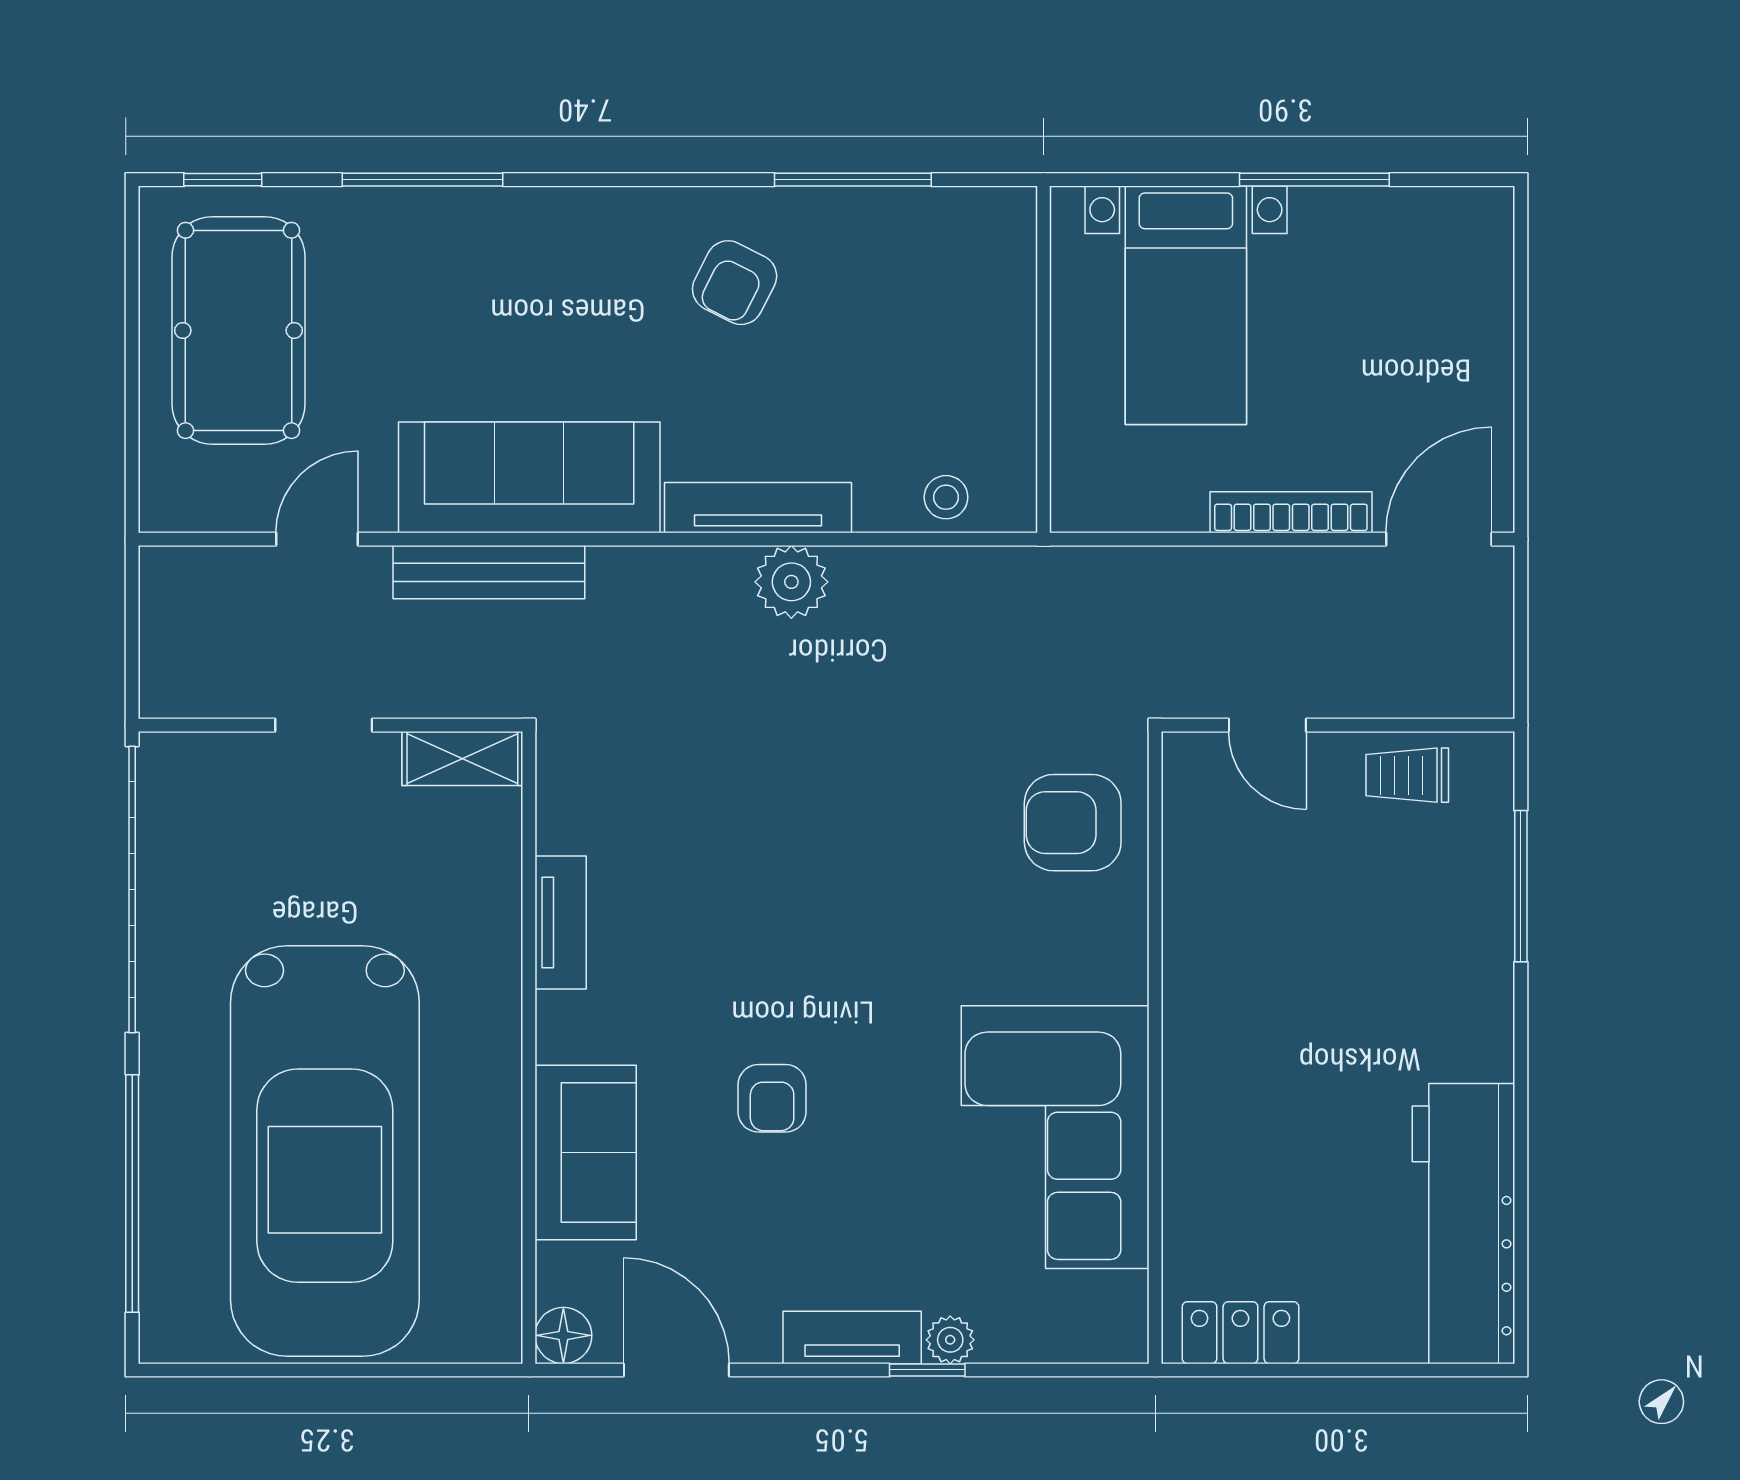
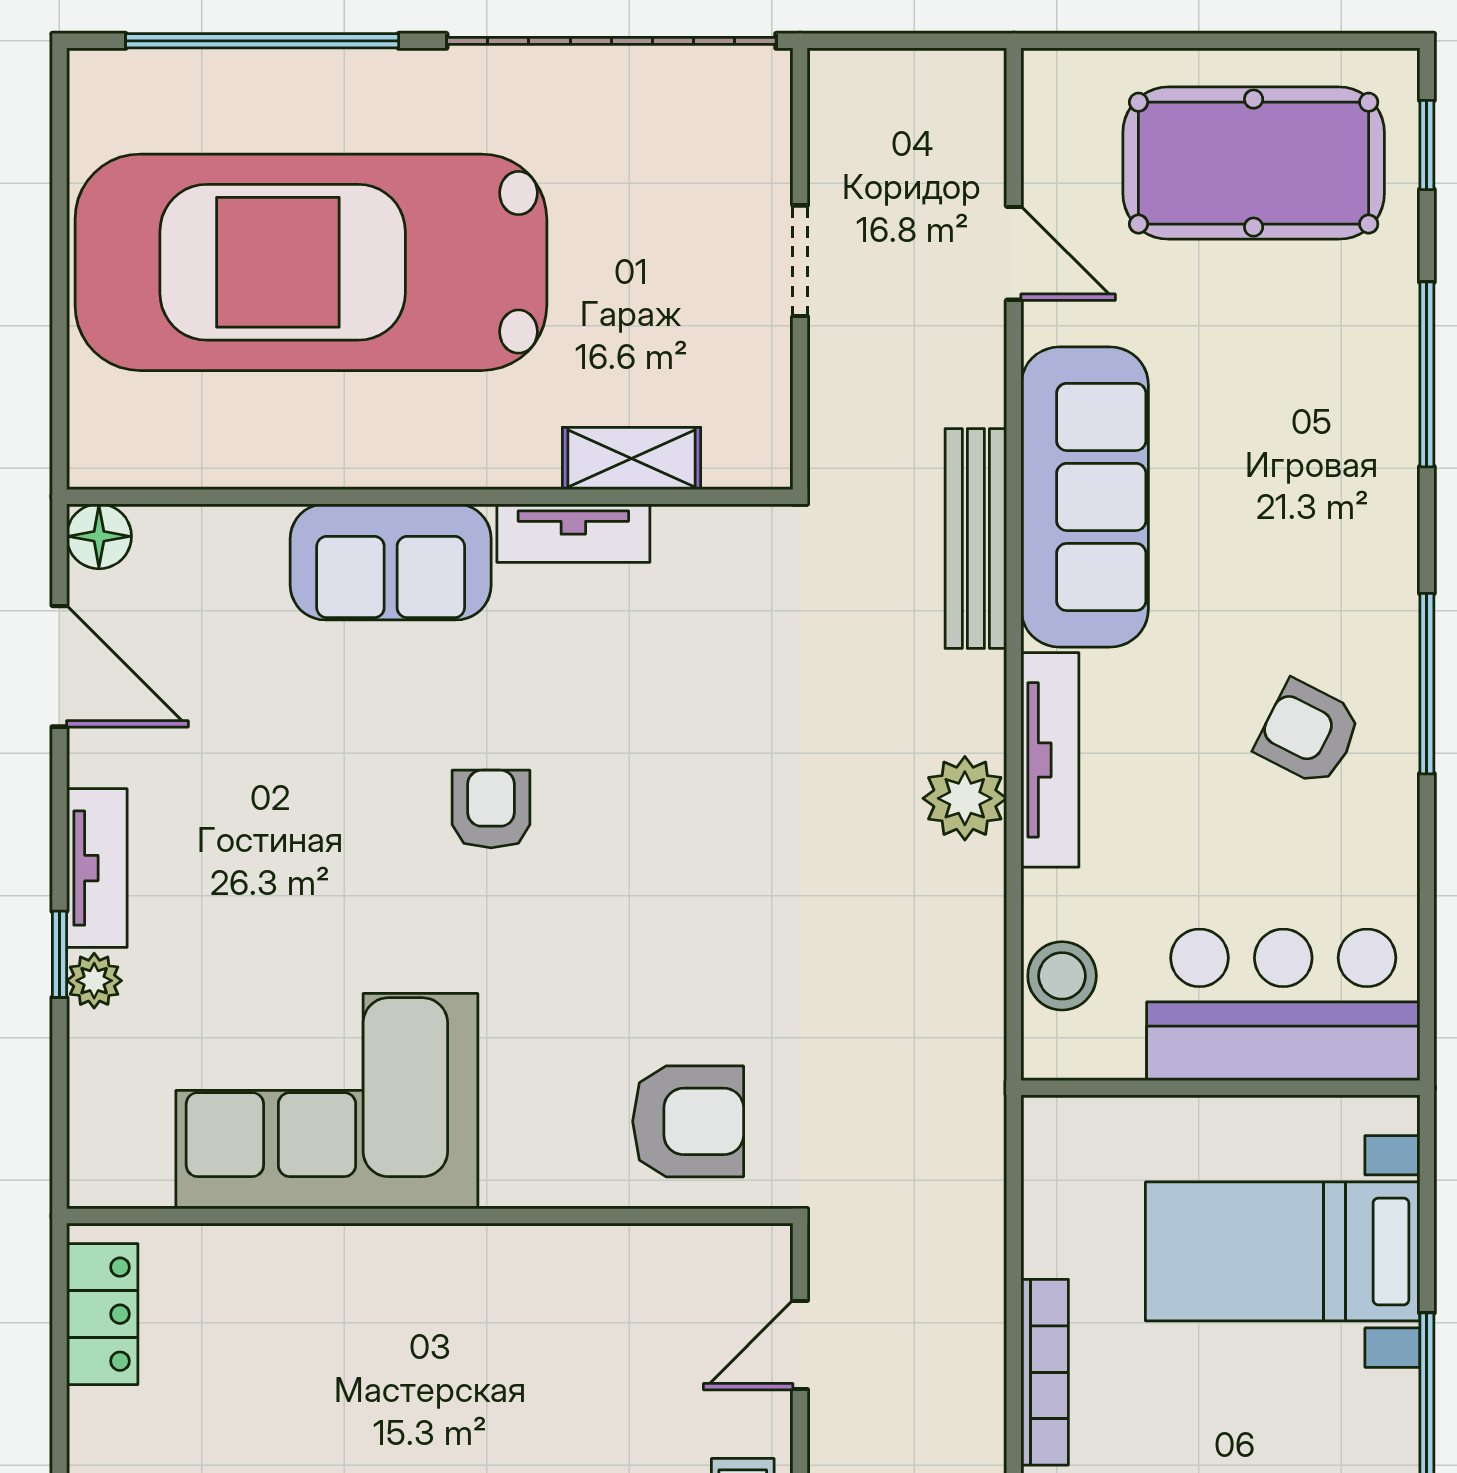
window: (853, 180) -> (1427, 684), moved
bar counter: (971, 305) -> (1283, 1005), added
stool: (946, 497) -> (1062, 976), width x1.37, depth x1.37
bench: (489, 572) -> (976, 539), moved
shelving: (462, 759) -> (631, 458), moved, turned 90
armchair: (1073, 823) -> (688, 1121), turned 90
armchair: (772, 1098) -> (491, 809), moved, turned 90
sofa: (586, 1153) -> (391, 562), moved
door: (676, 1370) -> (59, 666), hinge flipped

